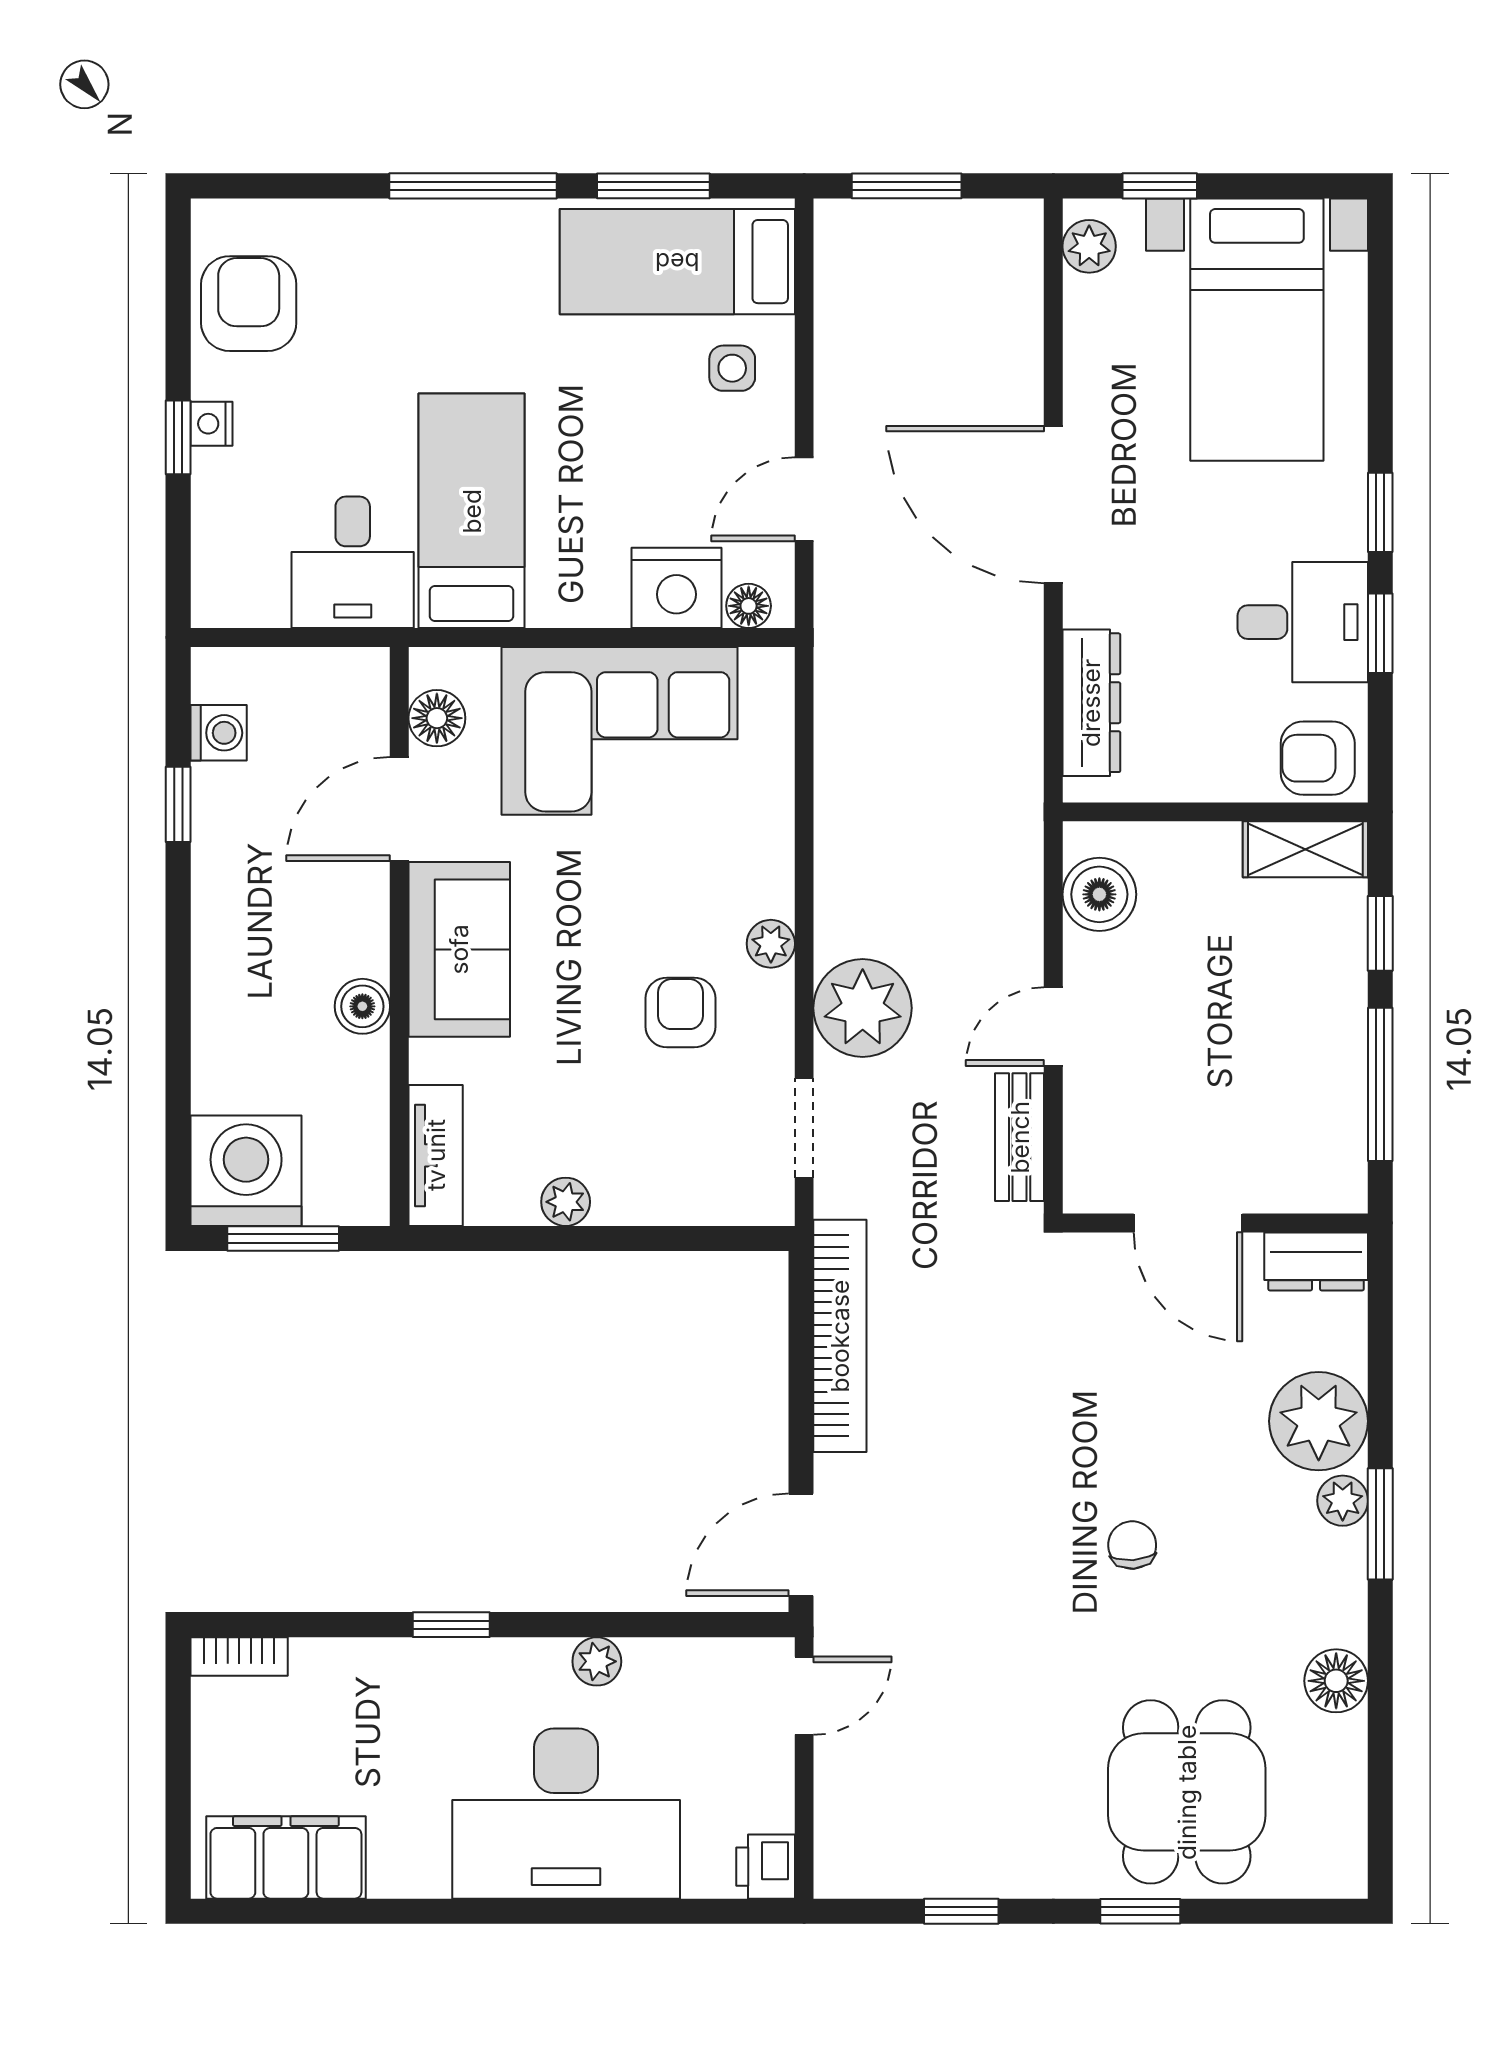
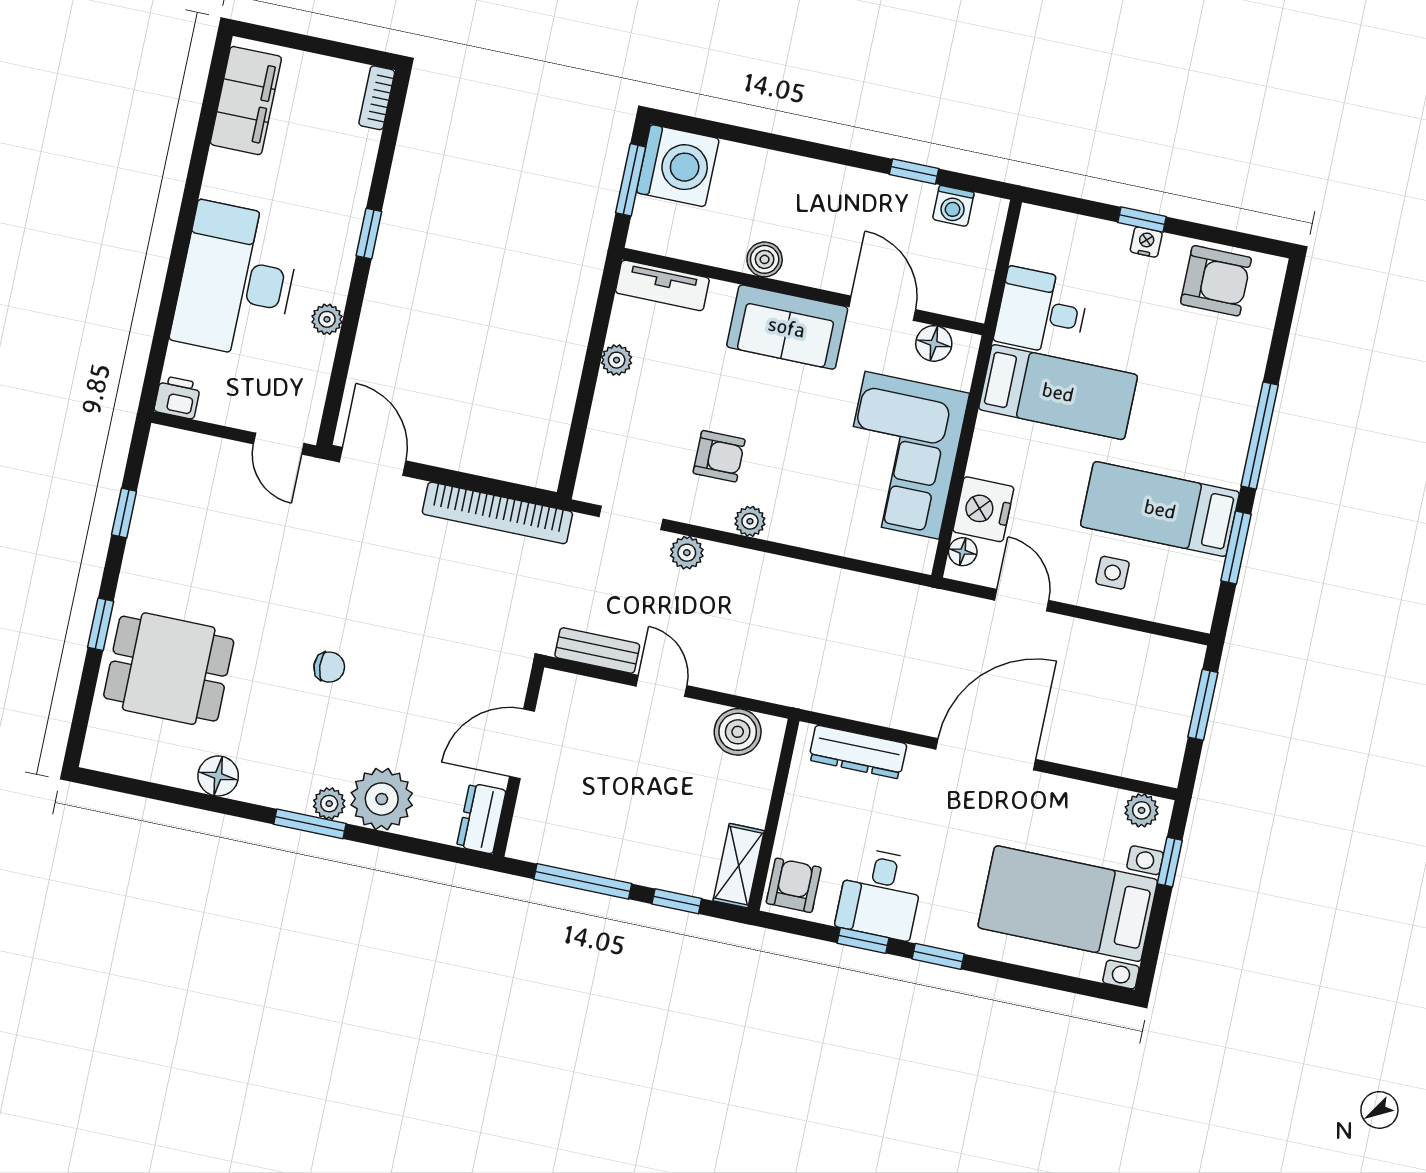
bed: (677, 262) -> (1160, 509), moved, turned -90
plant: (863, 1008) -> (687, 553), width x0.53, depth x0.53

